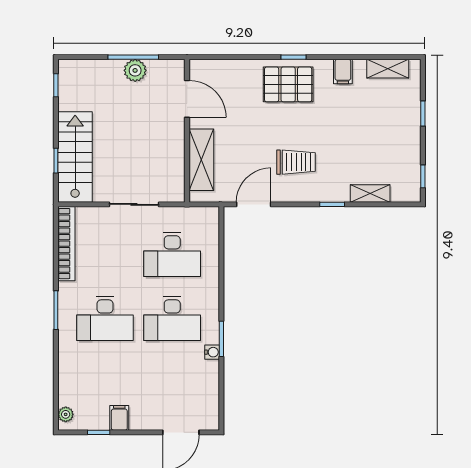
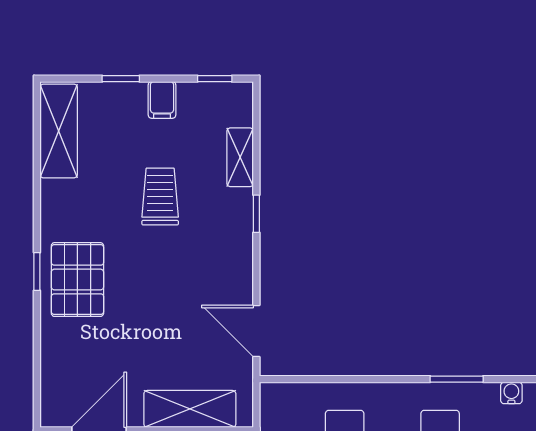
shelving: (388, 69) -> (59, 131), width x1.50, depth x1.33
filing cabinet: (343, 72) -> (162, 100), moved, turned 90
trolley: (296, 162) -> (160, 197), moved
water cooler: (212, 352) -> (511, 393), moved

